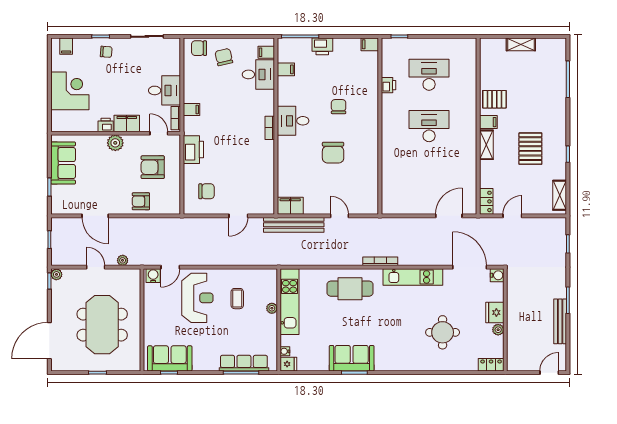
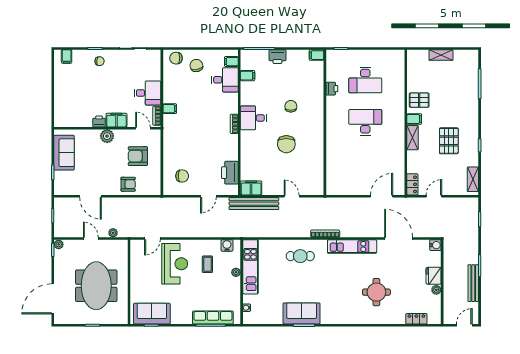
desk: (429, 75) -> (365, 80), turned 180
corner desk: (70, 91) -> (70, 93), removed
printer: (193, 150) -> (230, 173), moved, turned 180
armchair: (141, 201) -> (128, 184), turned 180
water cooler: (497, 275) -> (435, 245), moved
water cooler: (153, 276) -> (227, 245), moved
cafe table: (350, 289) -> (300, 256), width x0.73, depth x0.74
fridge: (495, 313) -> (434, 276), moved
wall: (505, 320) -> (442, 282), moved
plant: (498, 330) -> (436, 290), moved
fridge: (288, 364) -> (250, 318), removed

